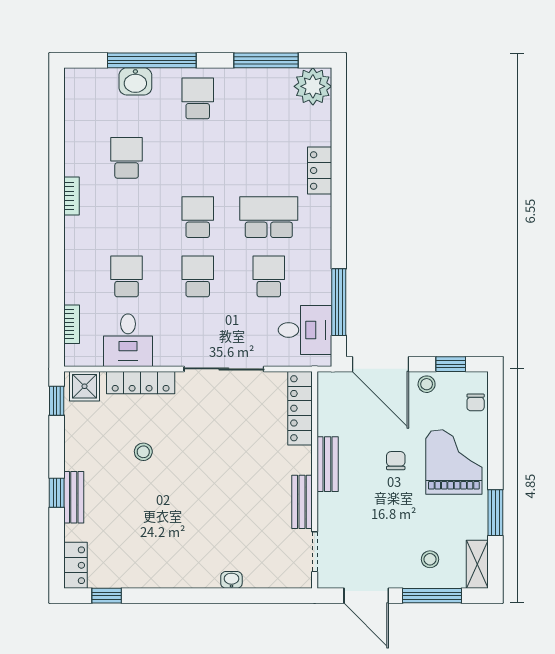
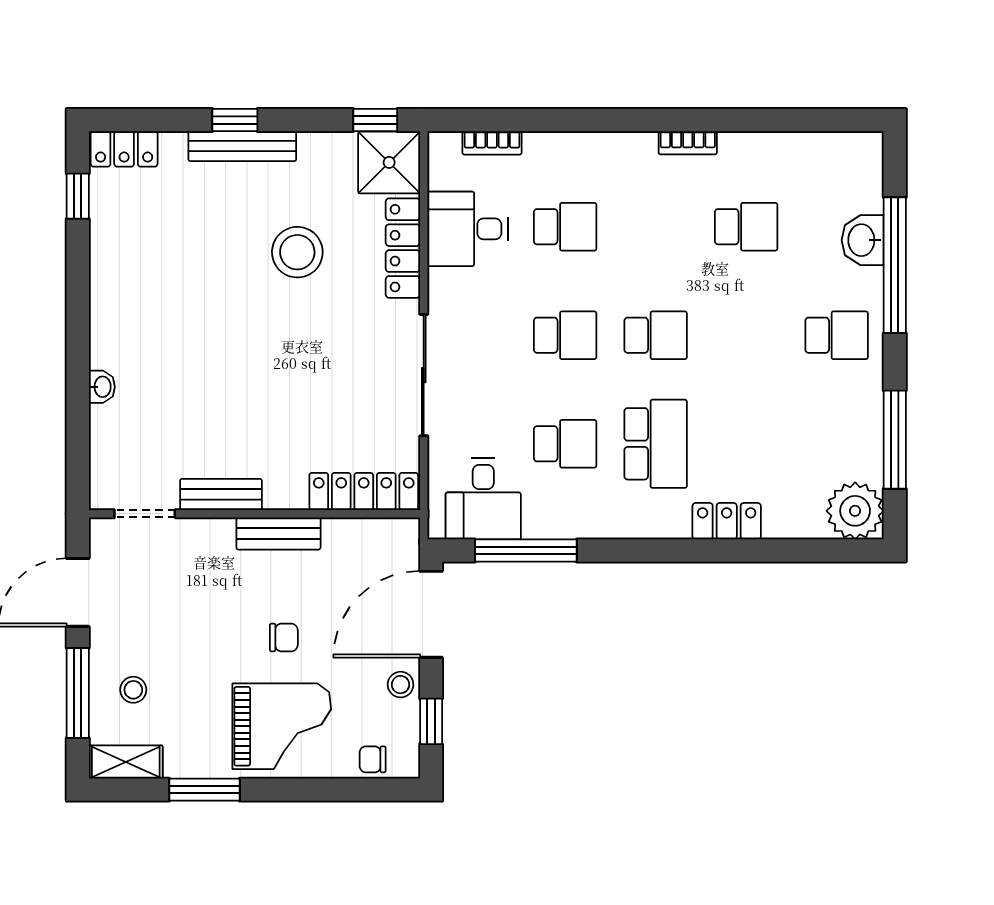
shower: (84, 386) -> (389, 162), width x1.36, depth x1.36
stool: (143, 452) -> (297, 252), width x1.89, depth x1.89
bench: (74, 497) -> (242, 146), width x1.36

